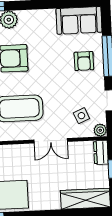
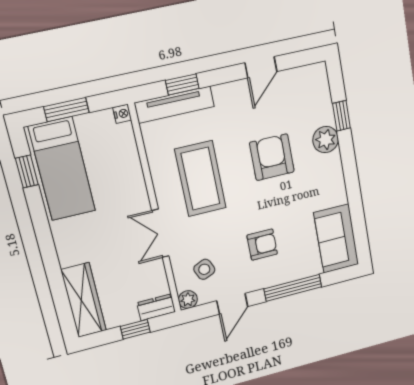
armchair: (84, 61) -> (262, 245), moved, turned 180

